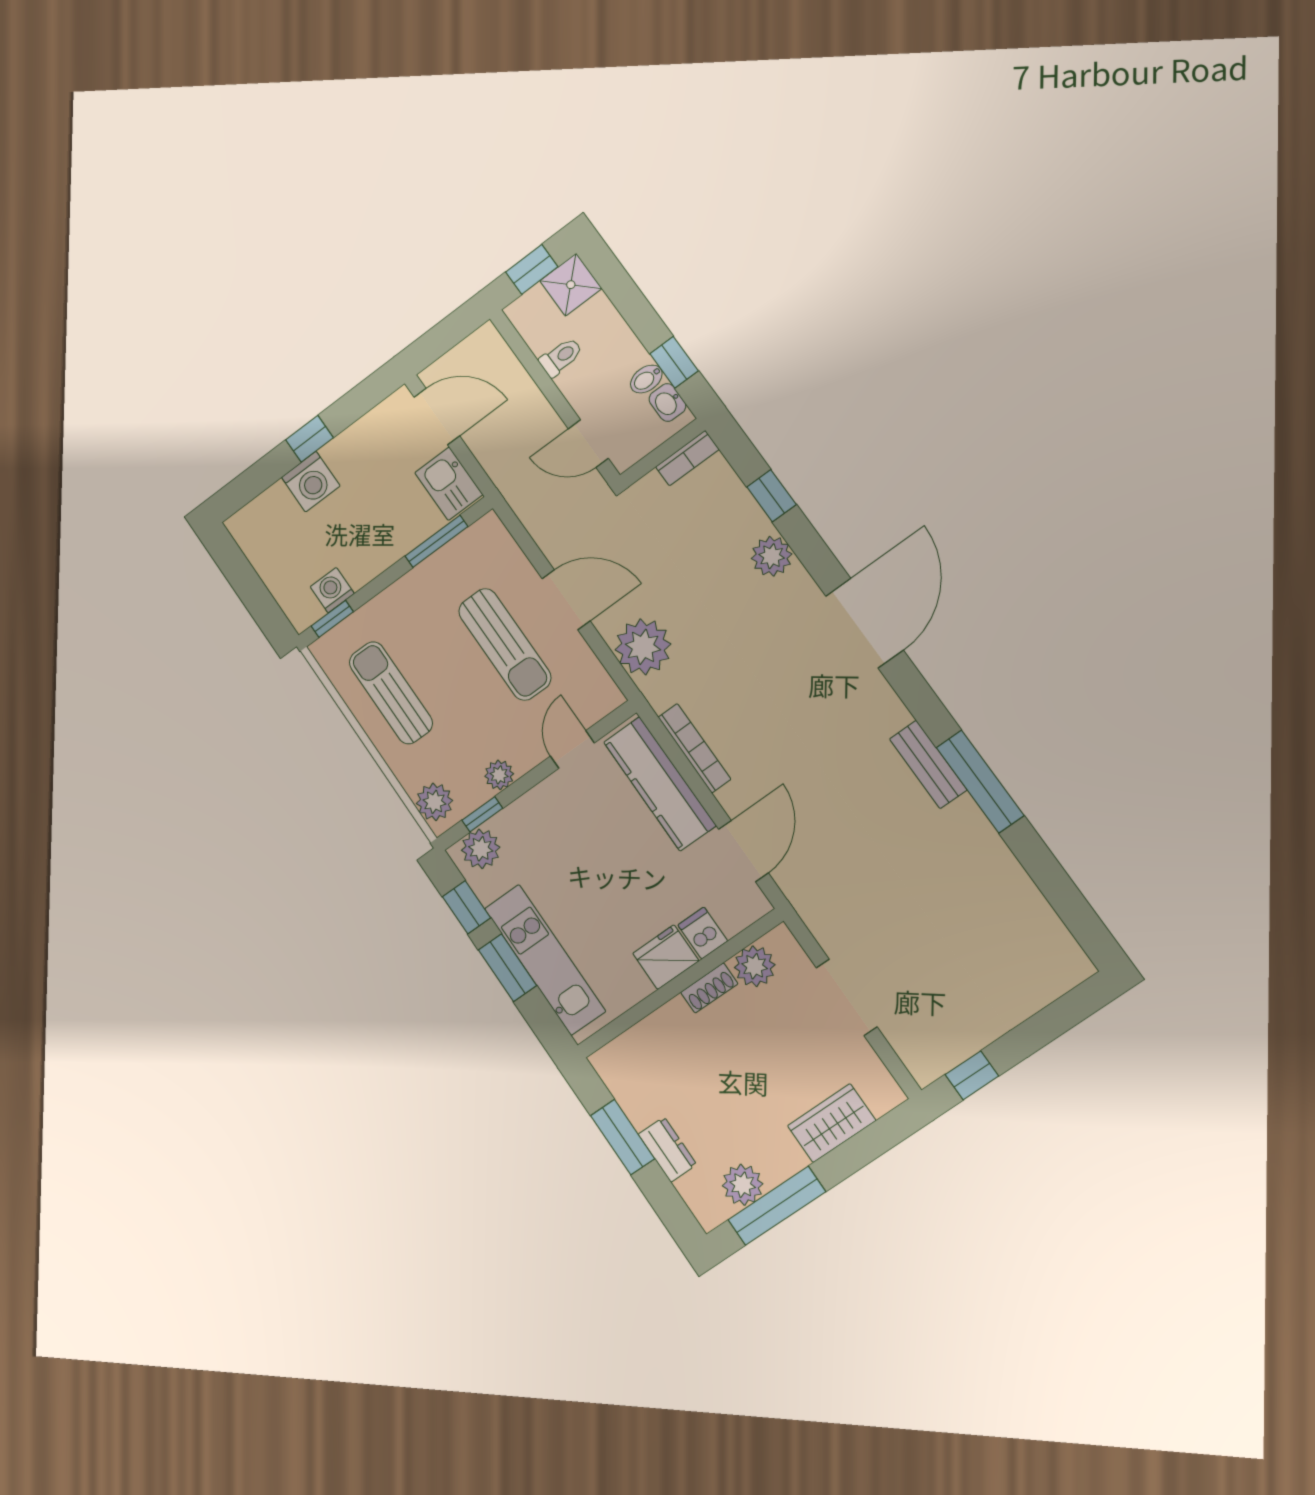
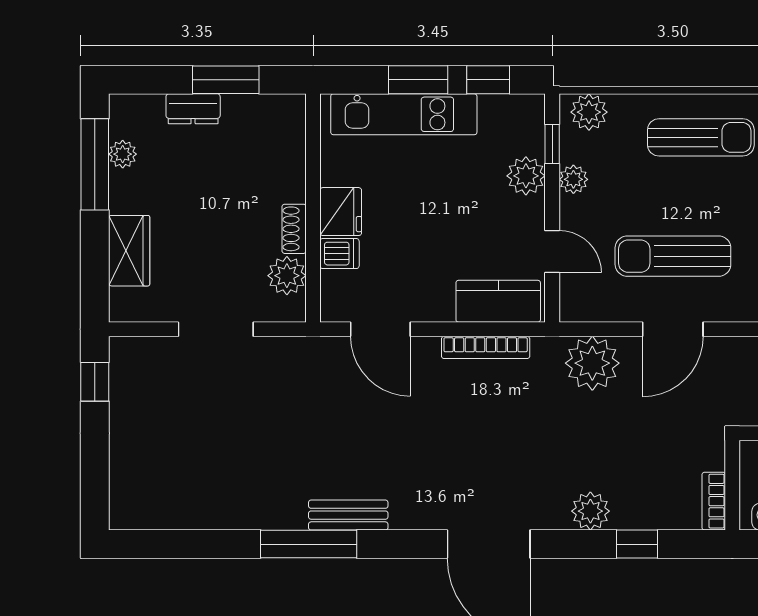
kitchen counter: (660, 784) -> (498, 301), width x0.67
plant: (481, 849) -> (526, 176), moved
plant: (743, 1185) -> (123, 154), width x0.73, depth x0.73

